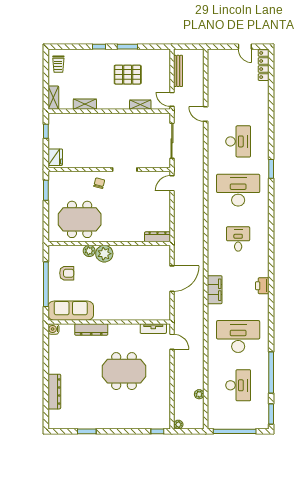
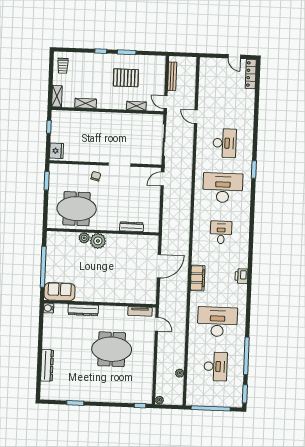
dresser: (157, 237) -> (131, 227), moved
armchair: (67, 273) -> (63, 257), removed
sofa: (71, 311) -> (60, 292), width x0.73

